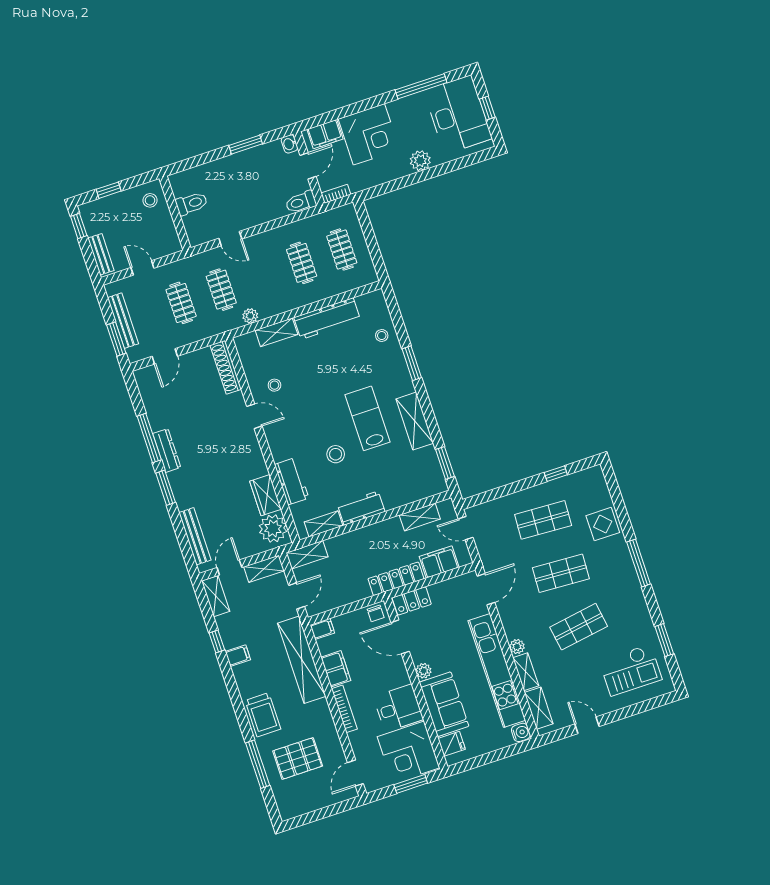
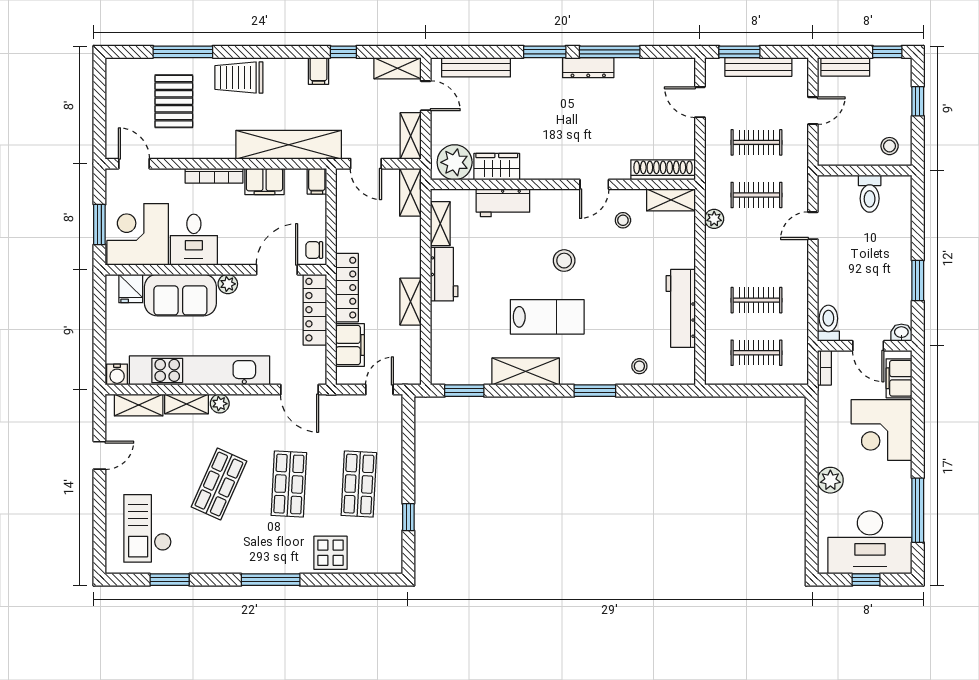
shelving: (276, 332) -> (671, 200), moved, turned 90
stool: (336, 454) -> (564, 261), moved
shelving: (420, 517) -> (410, 302), moved
locker: (412, 601) -> (315, 310), width x1.53
shop shelf: (579, 627) -> (219, 484), turned 33

